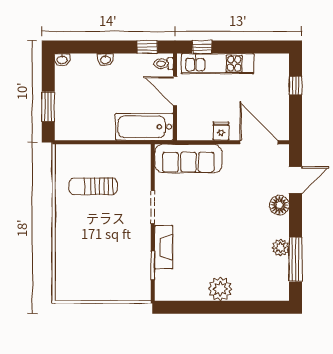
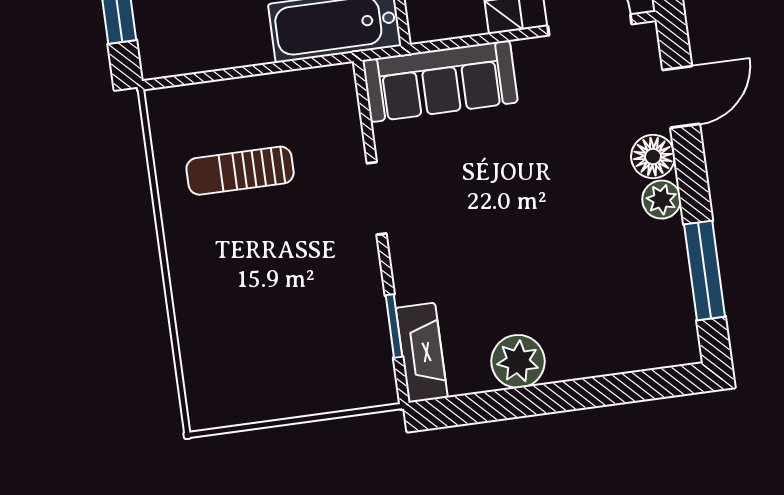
fireplace: (164, 247) -> (422, 353), moved
plant: (281, 248) -> (662, 200), moved
plant: (220, 289) -> (518, 361), moved

